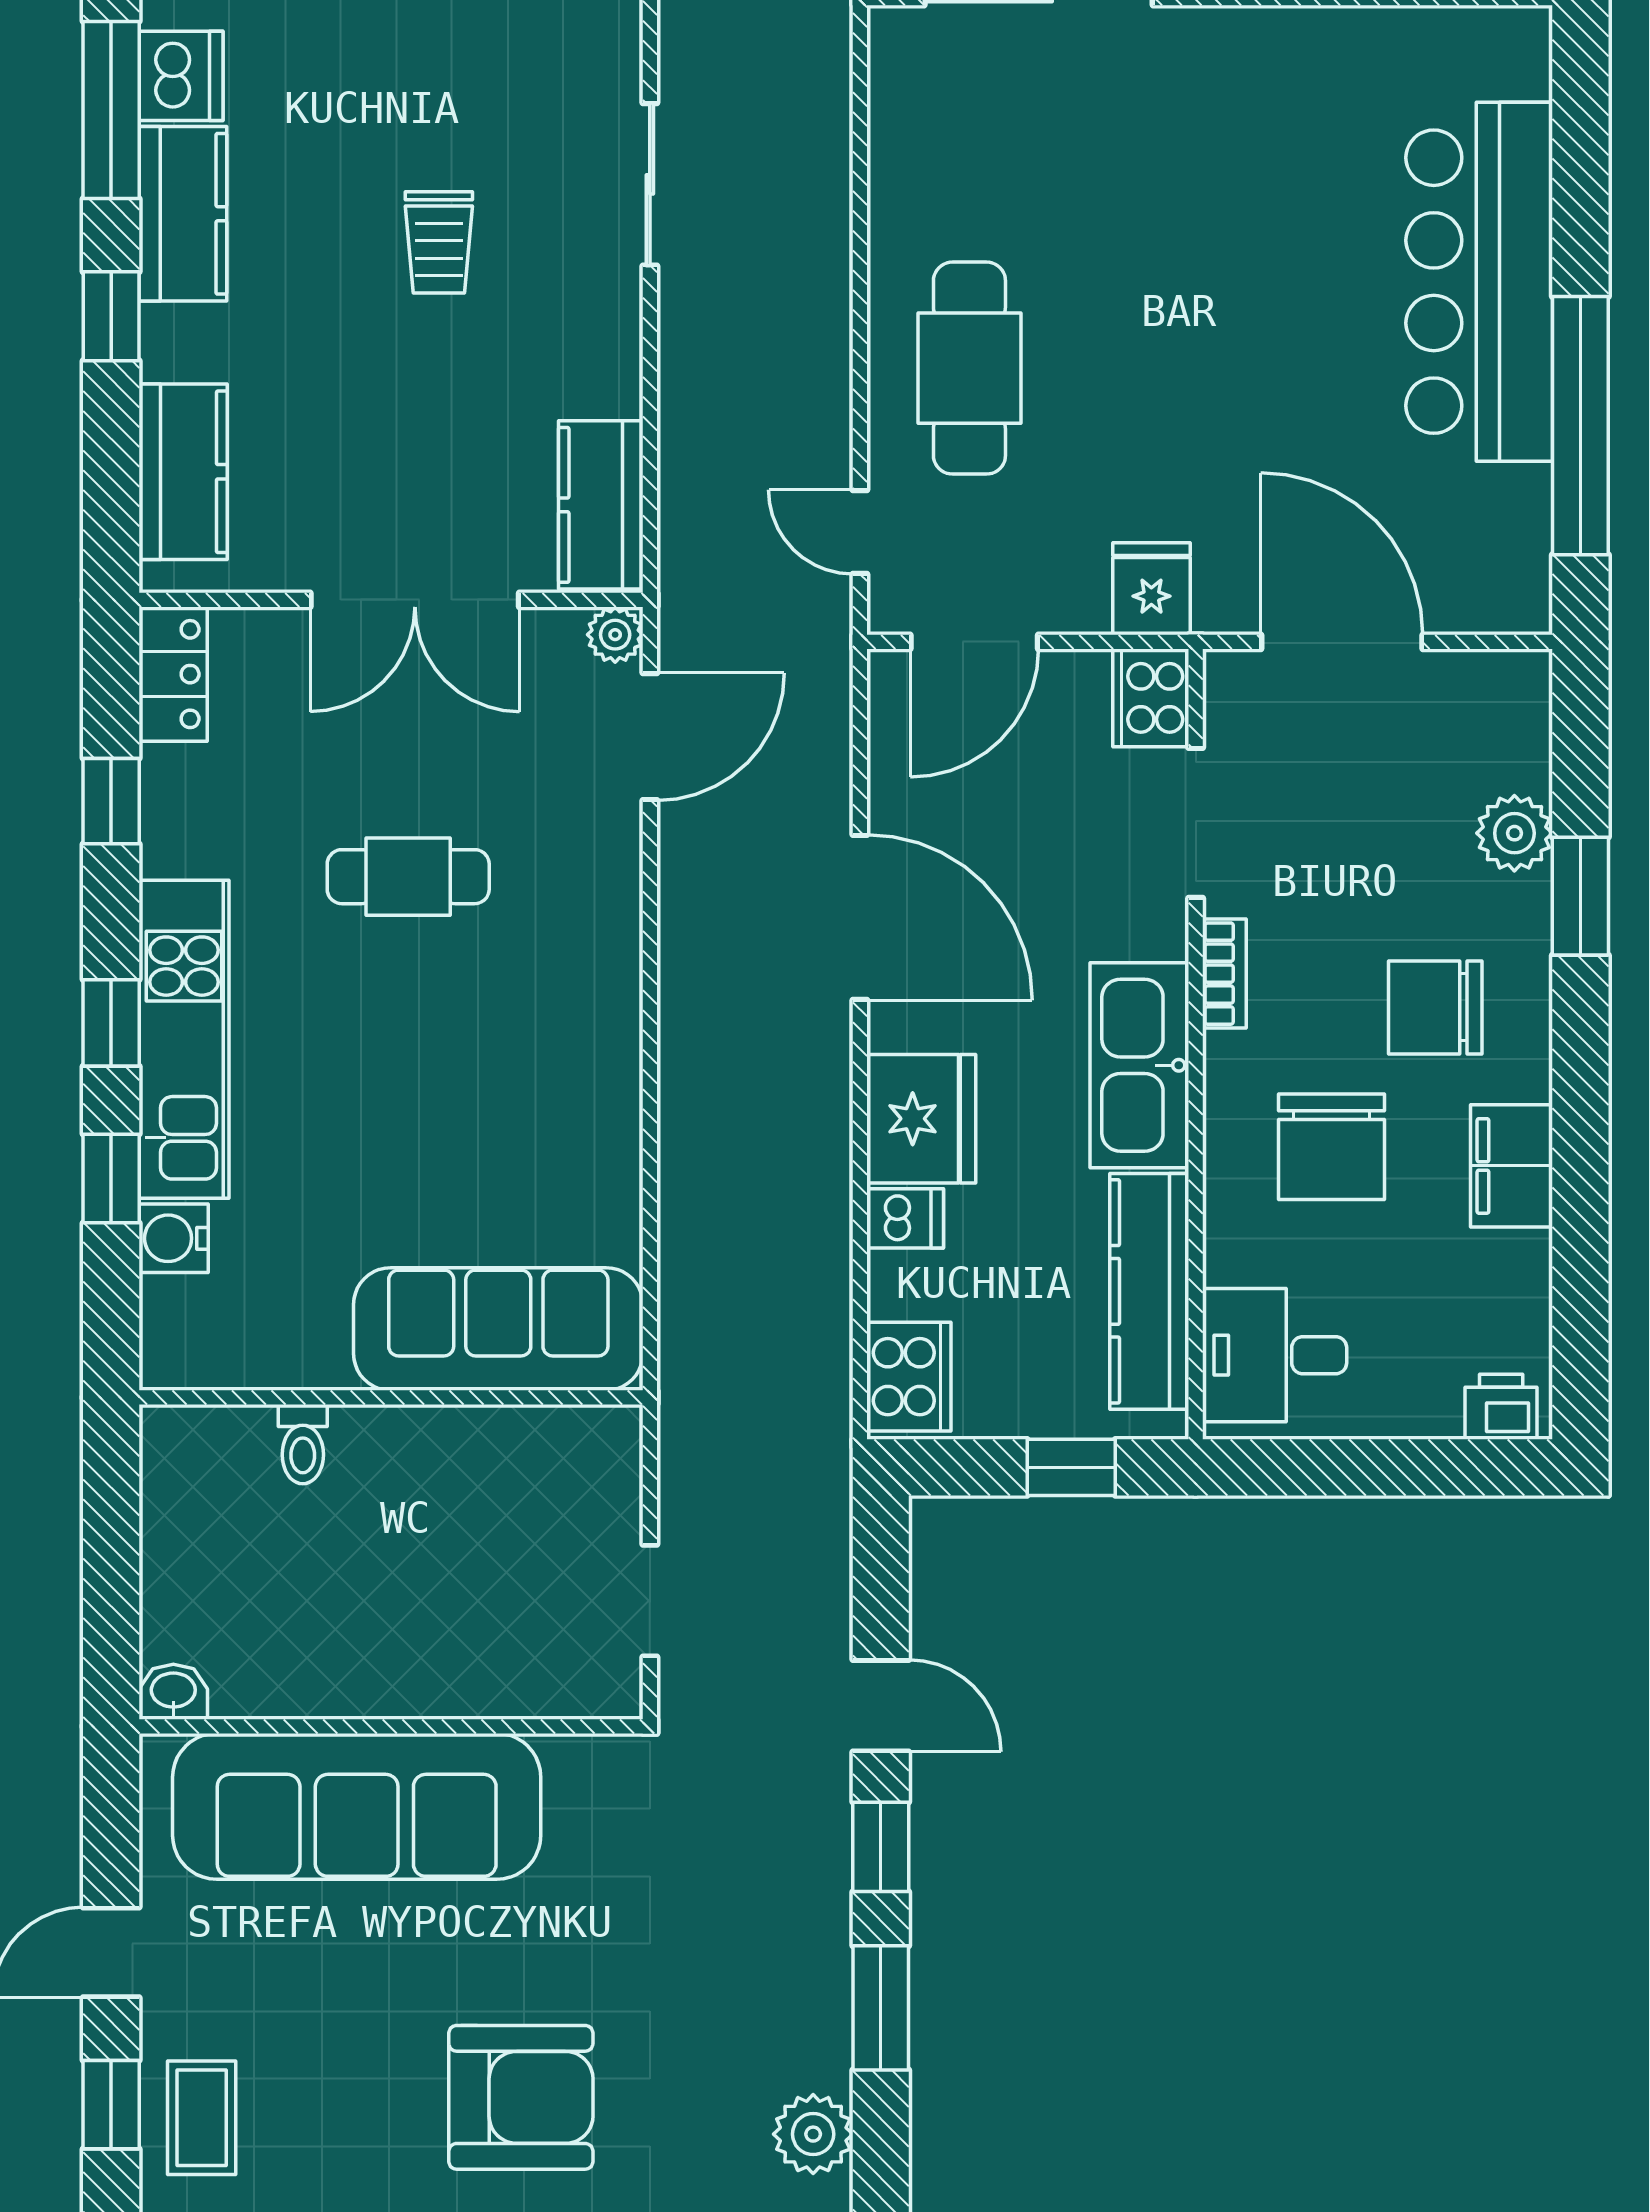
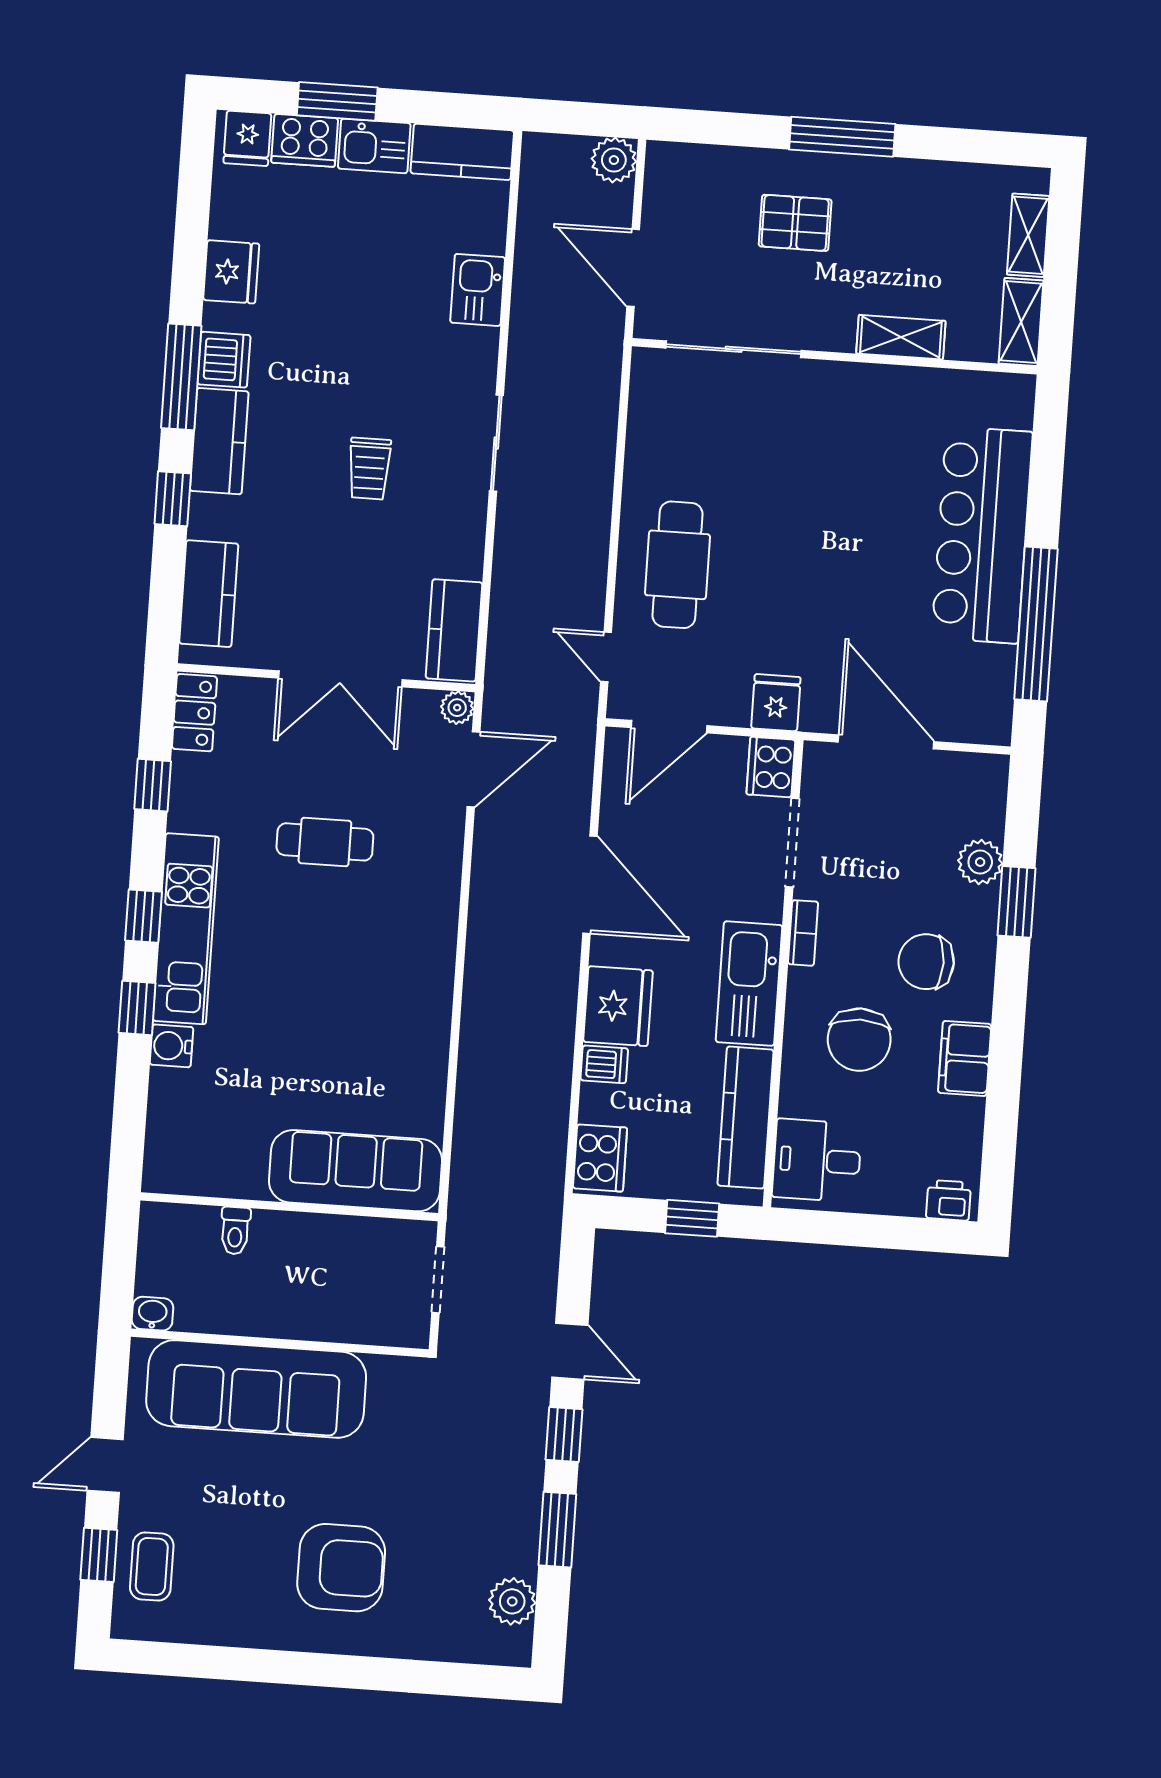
sofa: (498, 1329) -> (355, 1171), moved
wall: (391, 1397) -> (289, 1207), moved
toilet: (303, 1444) -> (235, 1231), moved

